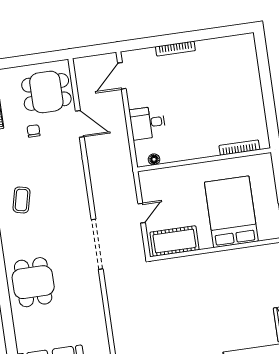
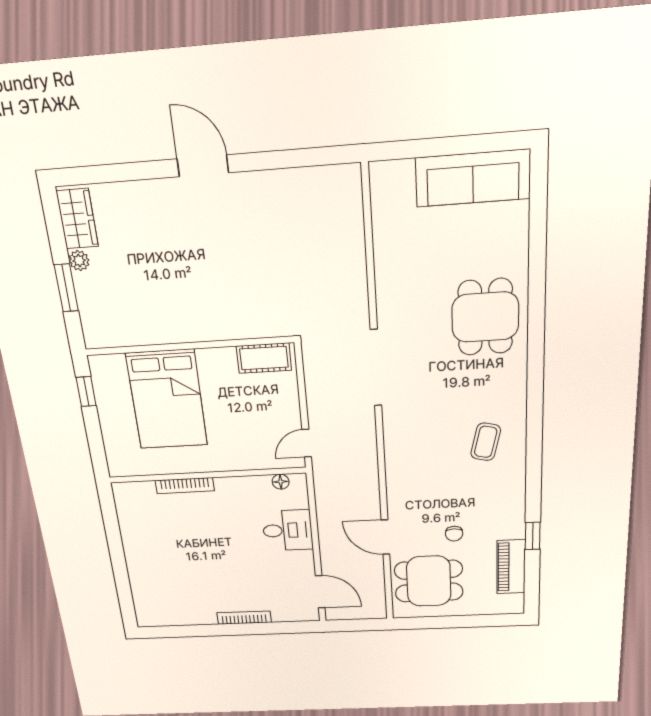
door: (122, 76) -> (320, 592), hinge flipped
bookcase: (239, 148) -> (185, 486), moved
door: (142, 213) -> (307, 443), moved
cot: (174, 241) -> (264, 358), width x0.73, depth x0.75

